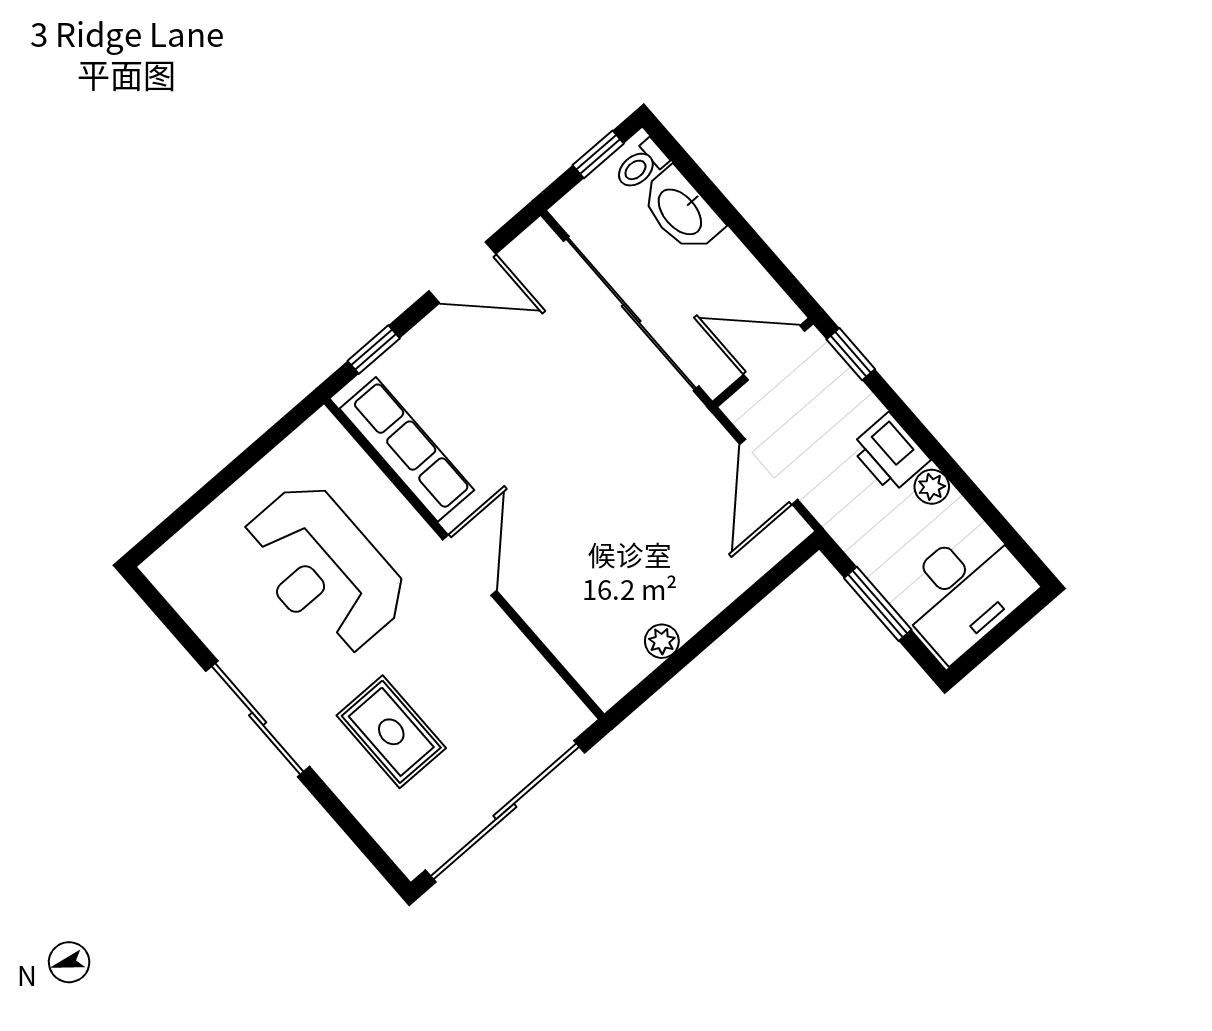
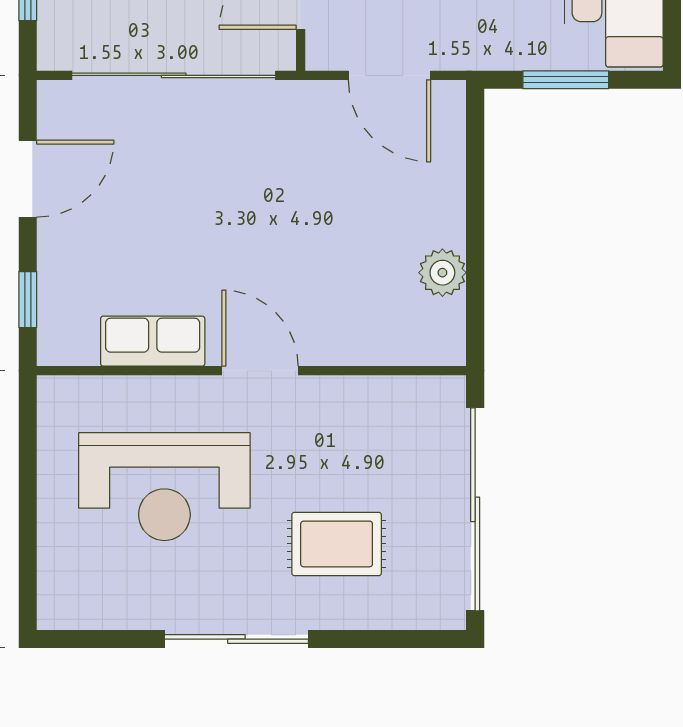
row of seats: (407, 449) -> (153, 341), width x0.68
plant: (662, 641) -> (442, 273), width x1.38, depth x1.38

